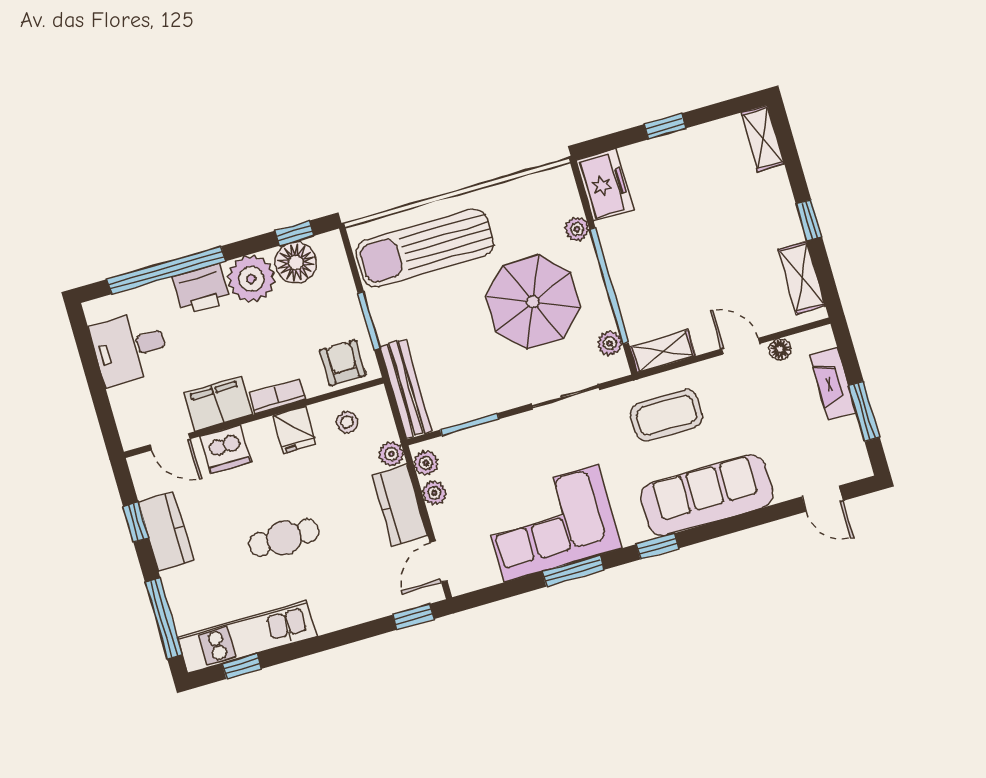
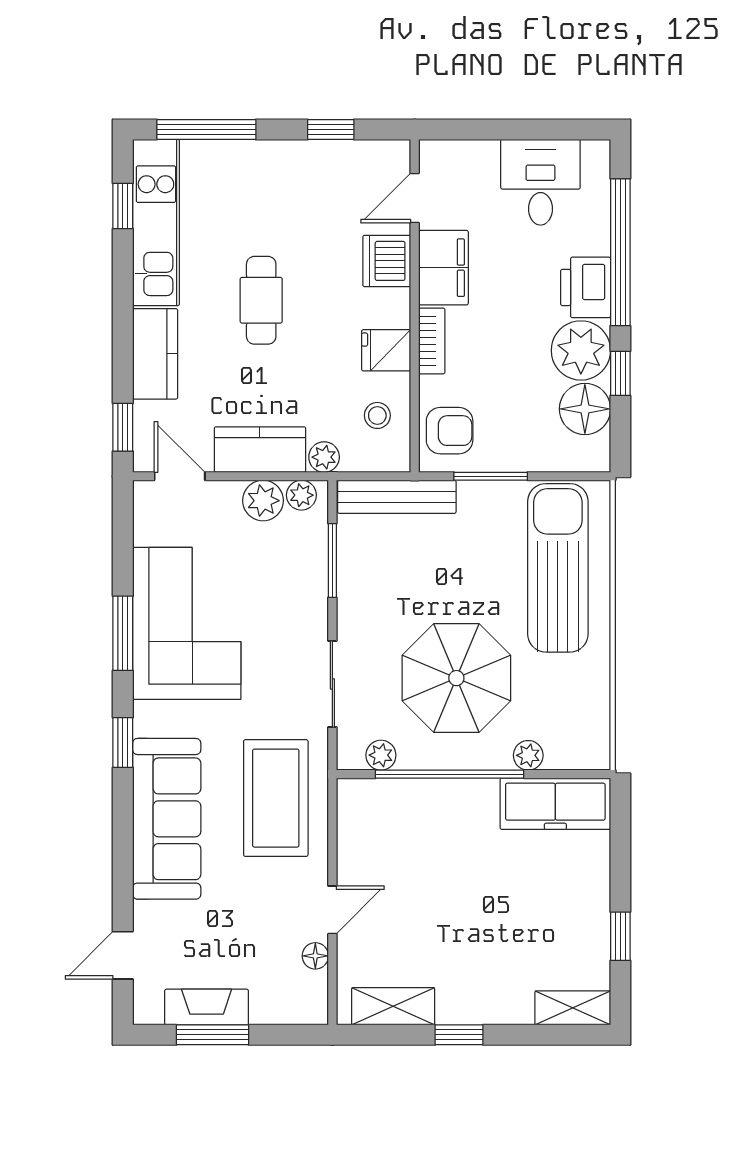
window: (665, 126) -> (620, 936), moved
freezer: (605, 185) -> (555, 804), width x1.40
window: (295, 233) -> (620, 373), moved
shelving: (663, 351) -> (353, 815), removed
fireplace: (833, 383) -> (207, 1007), moved
coffee table: (666, 415) -> (276, 798), width x1.36, depth x1.32
plant: (434, 493) -> (263, 501), width x1.38, depth x1.38
kitchen counter: (166, 532) -> (155, 354), moved, turned -90

